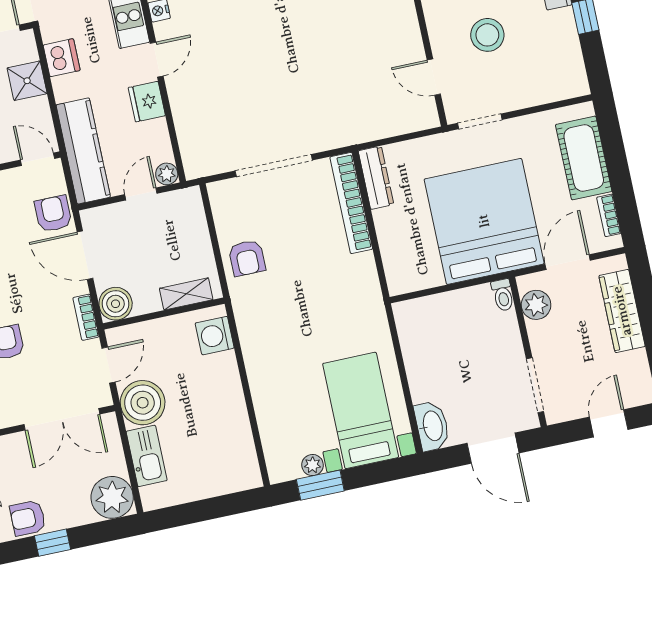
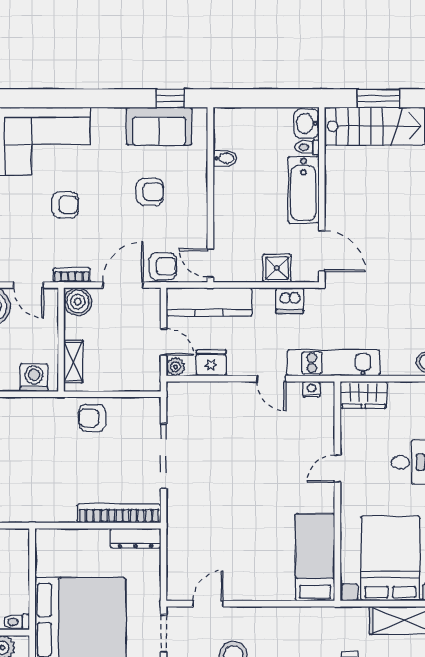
fridge: (147, 102) -> (211, 363), moved
door: (38, 159) -> (210, 263), swing flipped

